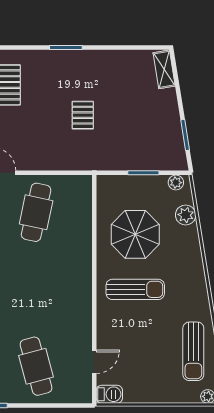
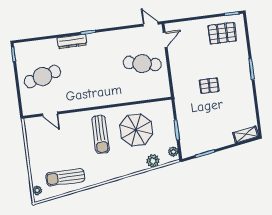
barbecue: (109, 394) -> (30, 126), removed

